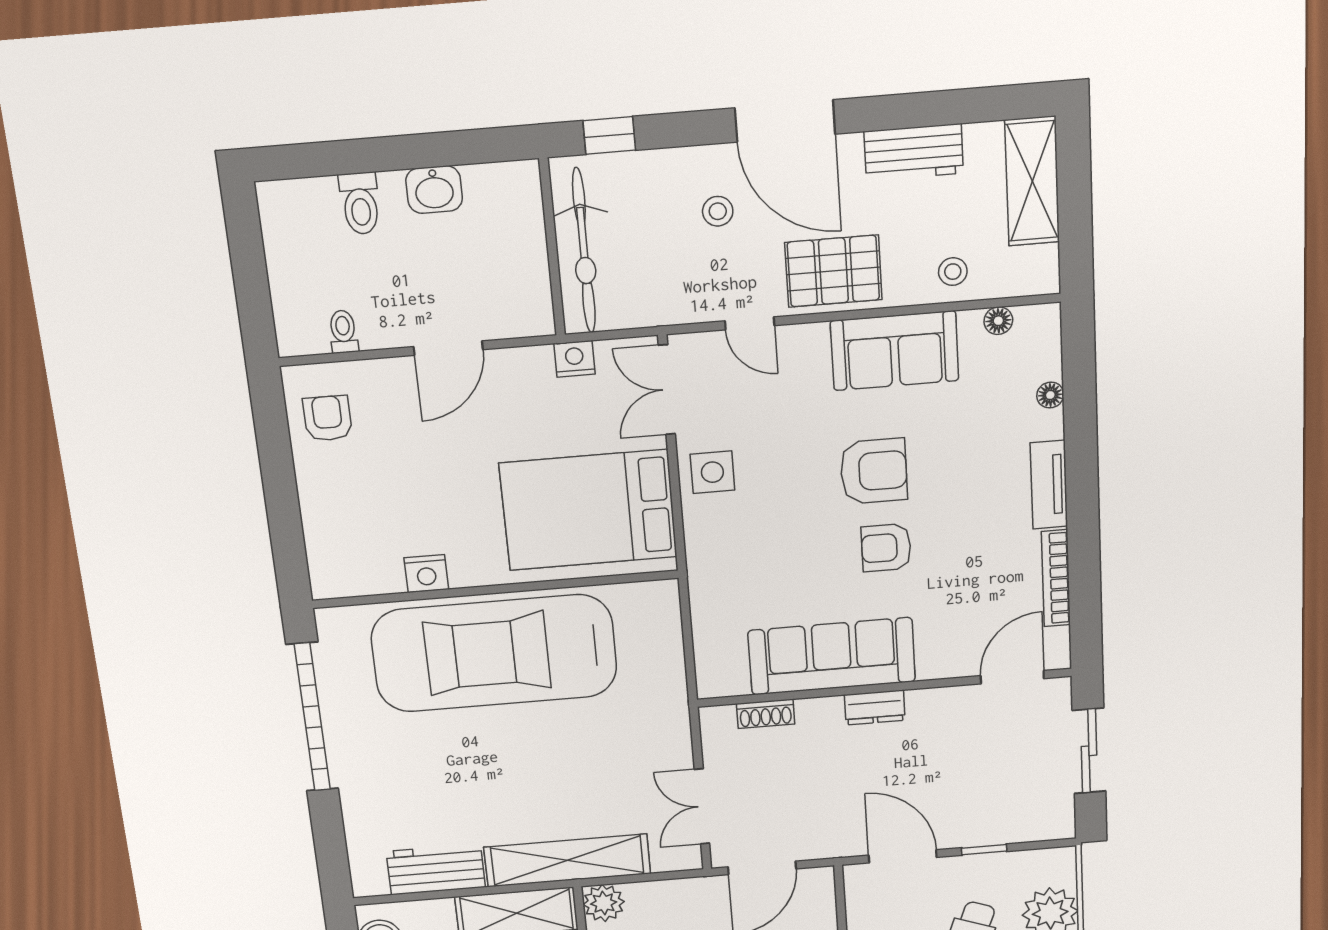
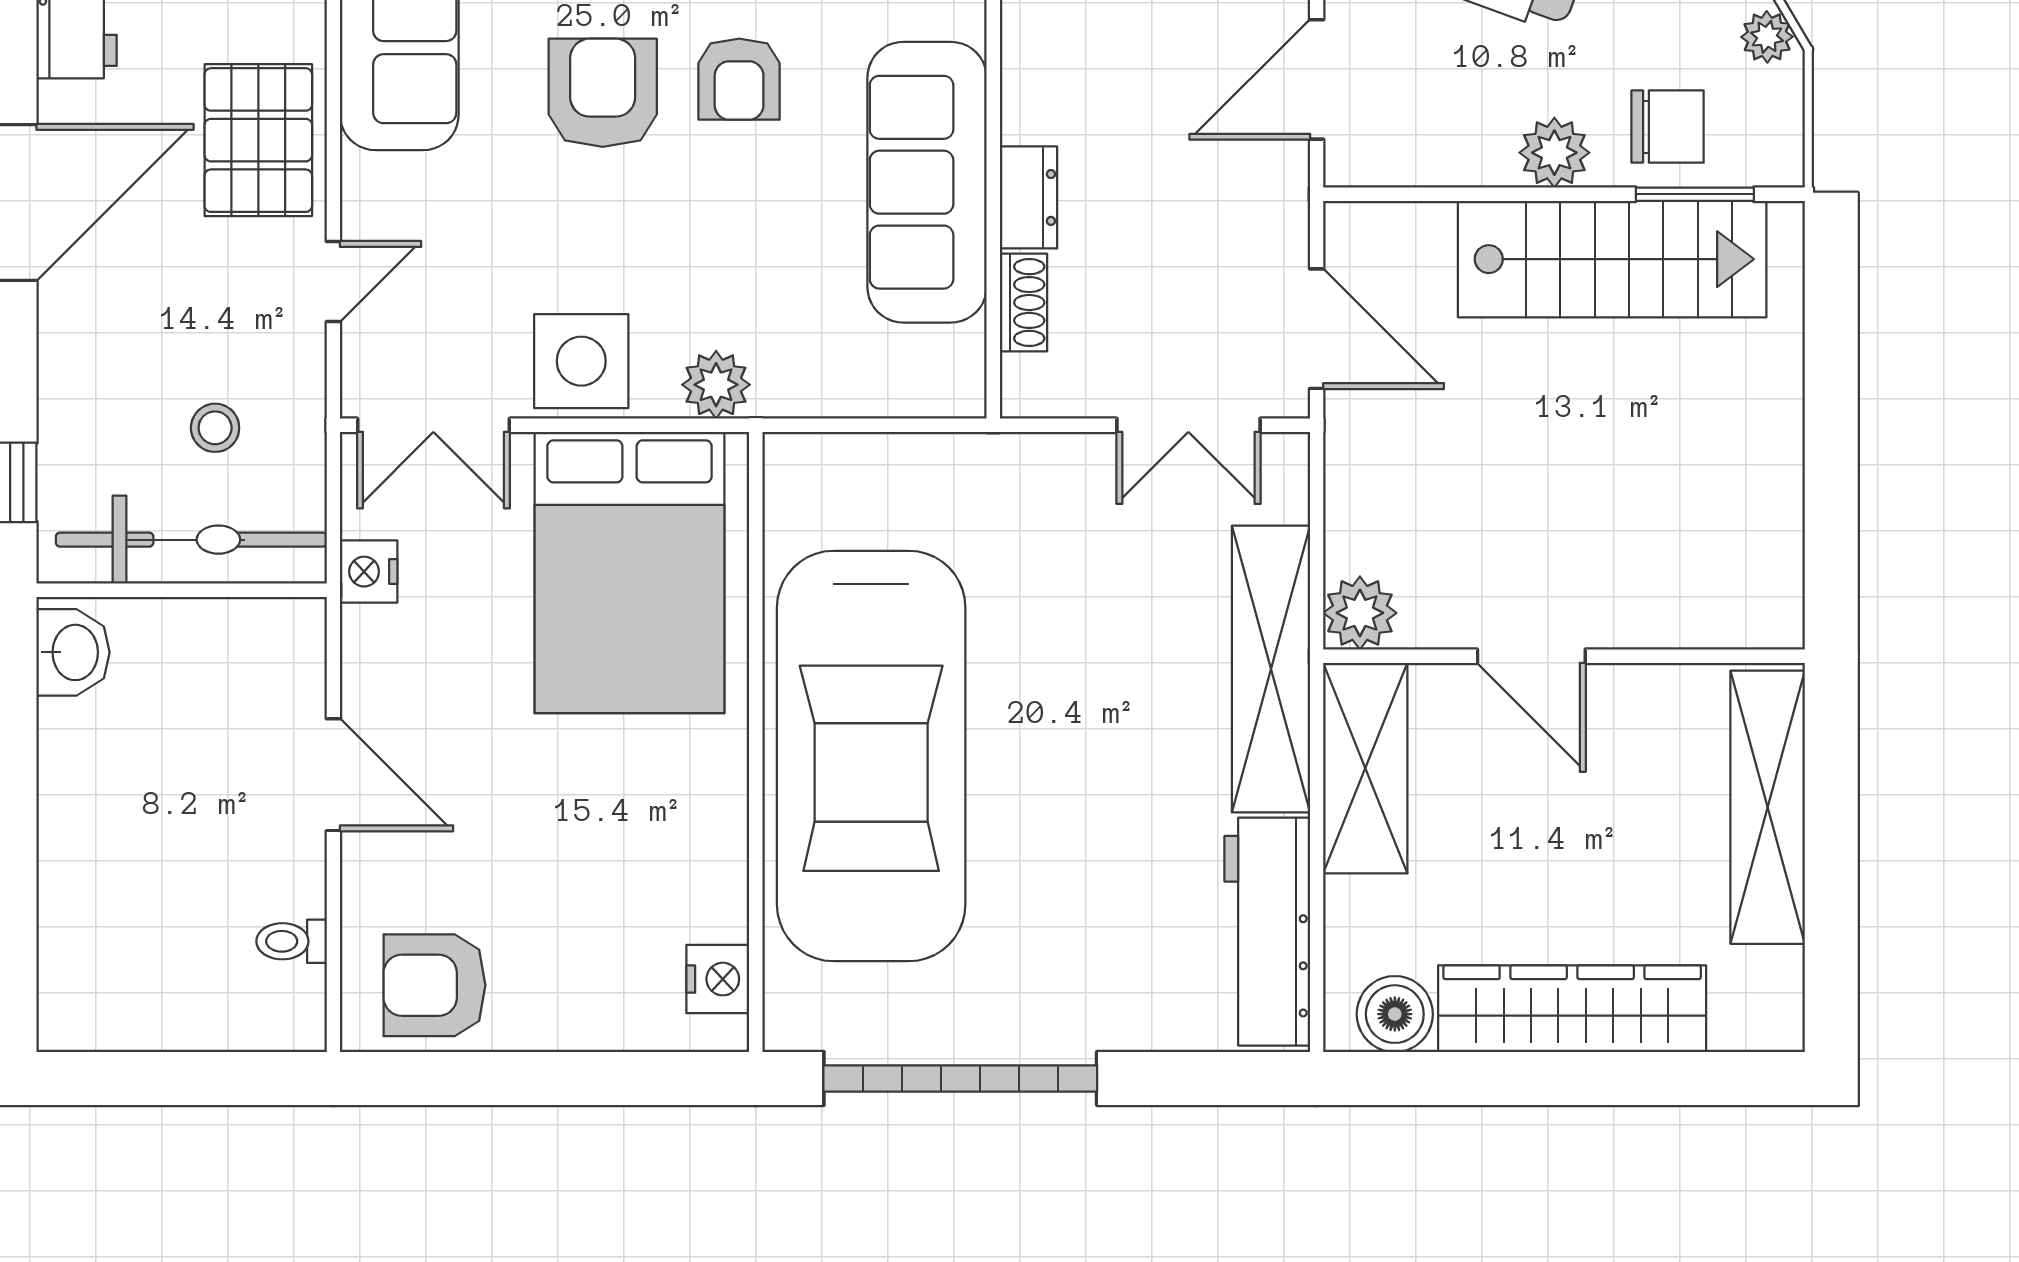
washbasin: (434, 190) -> (73, 652), moved
toilet: (360, 203) -> (85, 888), removed
stool: (718, 211) -> (215, 428), moved
armchair: (328, 418) -> (434, 985), width x1.38, depth x1.38
side table: (712, 472) -> (581, 361), width x1.37, depth x1.37
plant: (704, 550) -> (716, 385), added
nightstand: (426, 574) -> (718, 979), moved
dresser: (875, 707) -> (1029, 197), moved
workbench: (436, 869) -> (1267, 932), width x1.38

